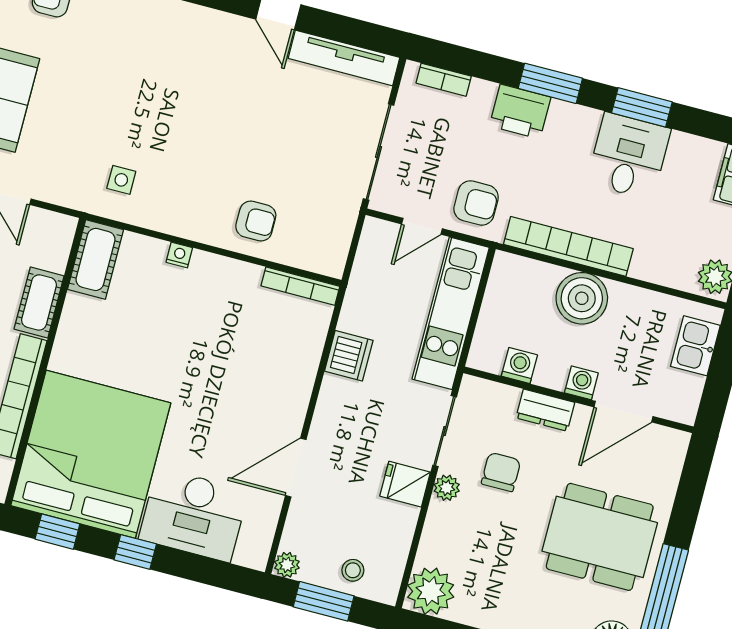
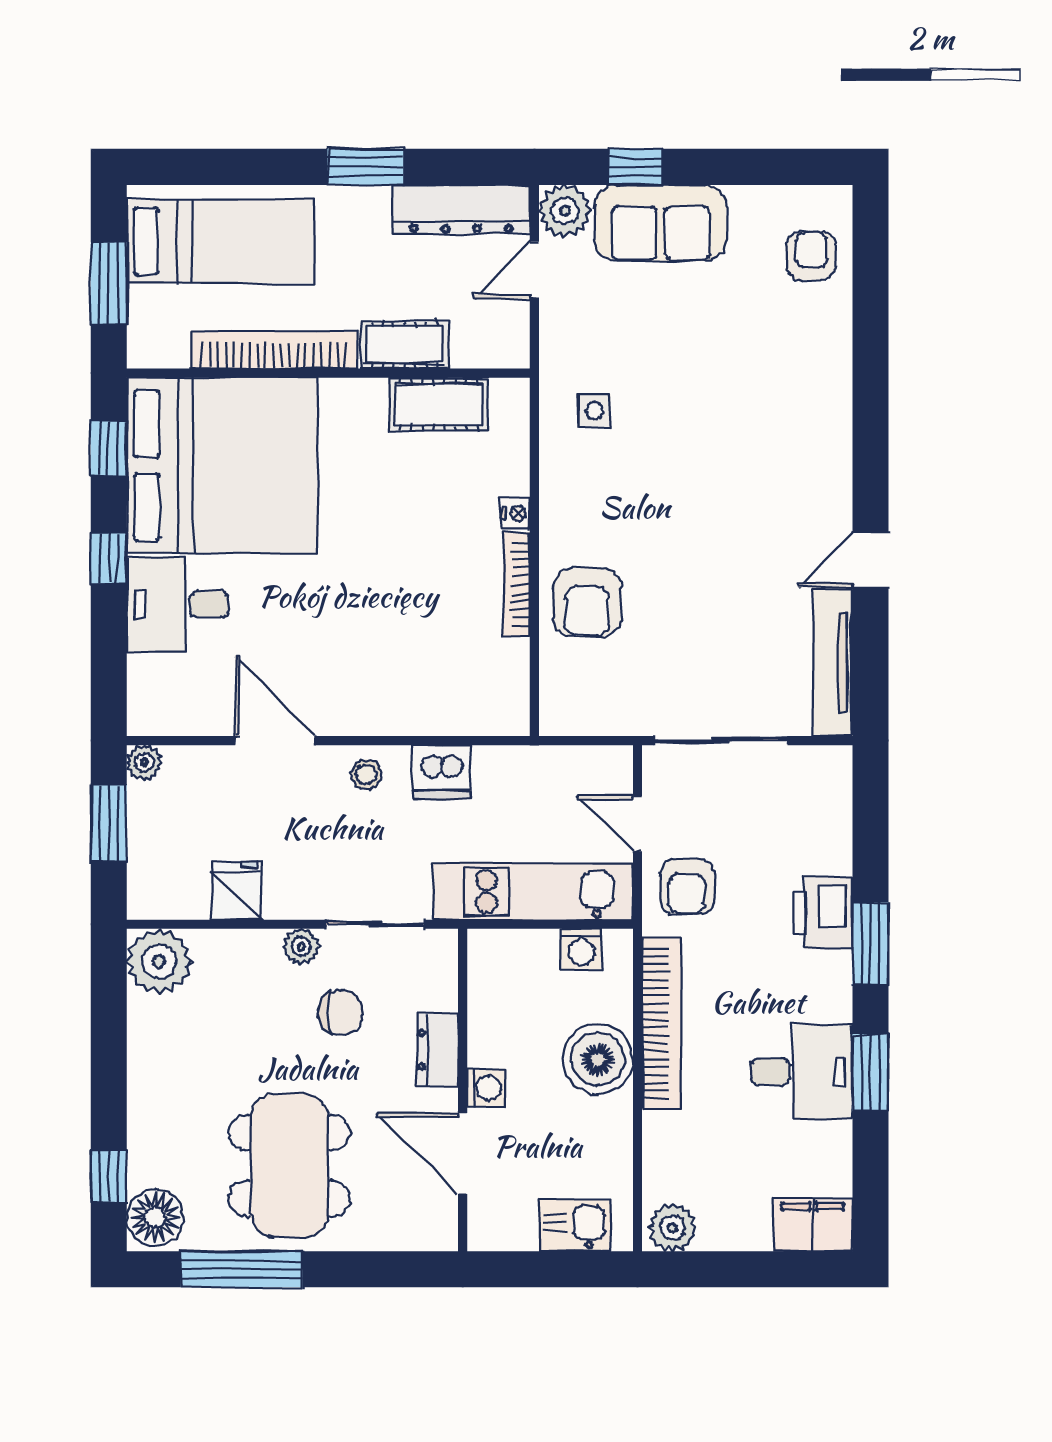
bookcase: (444, 80) -> (838, 801), removed
armchair: (256, 221) -> (587, 603), width x1.38, depth x1.38
cot: (95, 259) -> (439, 404), moved
bookcase: (300, 286) -> (517, 584), moved
washing machine: (519, 366) -> (582, 949), moved, turned 90
fridge: (405, 484) -> (237, 890), moved
desk: (194, 515) -> (178, 604), width x0.73
stool: (353, 570) -> (366, 775), moved

